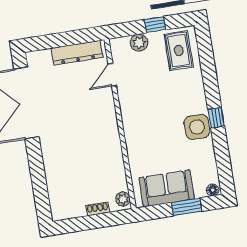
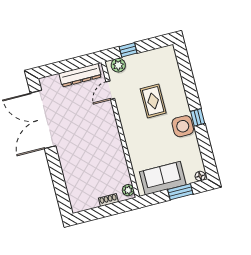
window: (155, 25) -> (128, 50), moved
plant: (139, 43) -> (118, 65), moved
rug: (179, 51) -> (153, 101), moved

